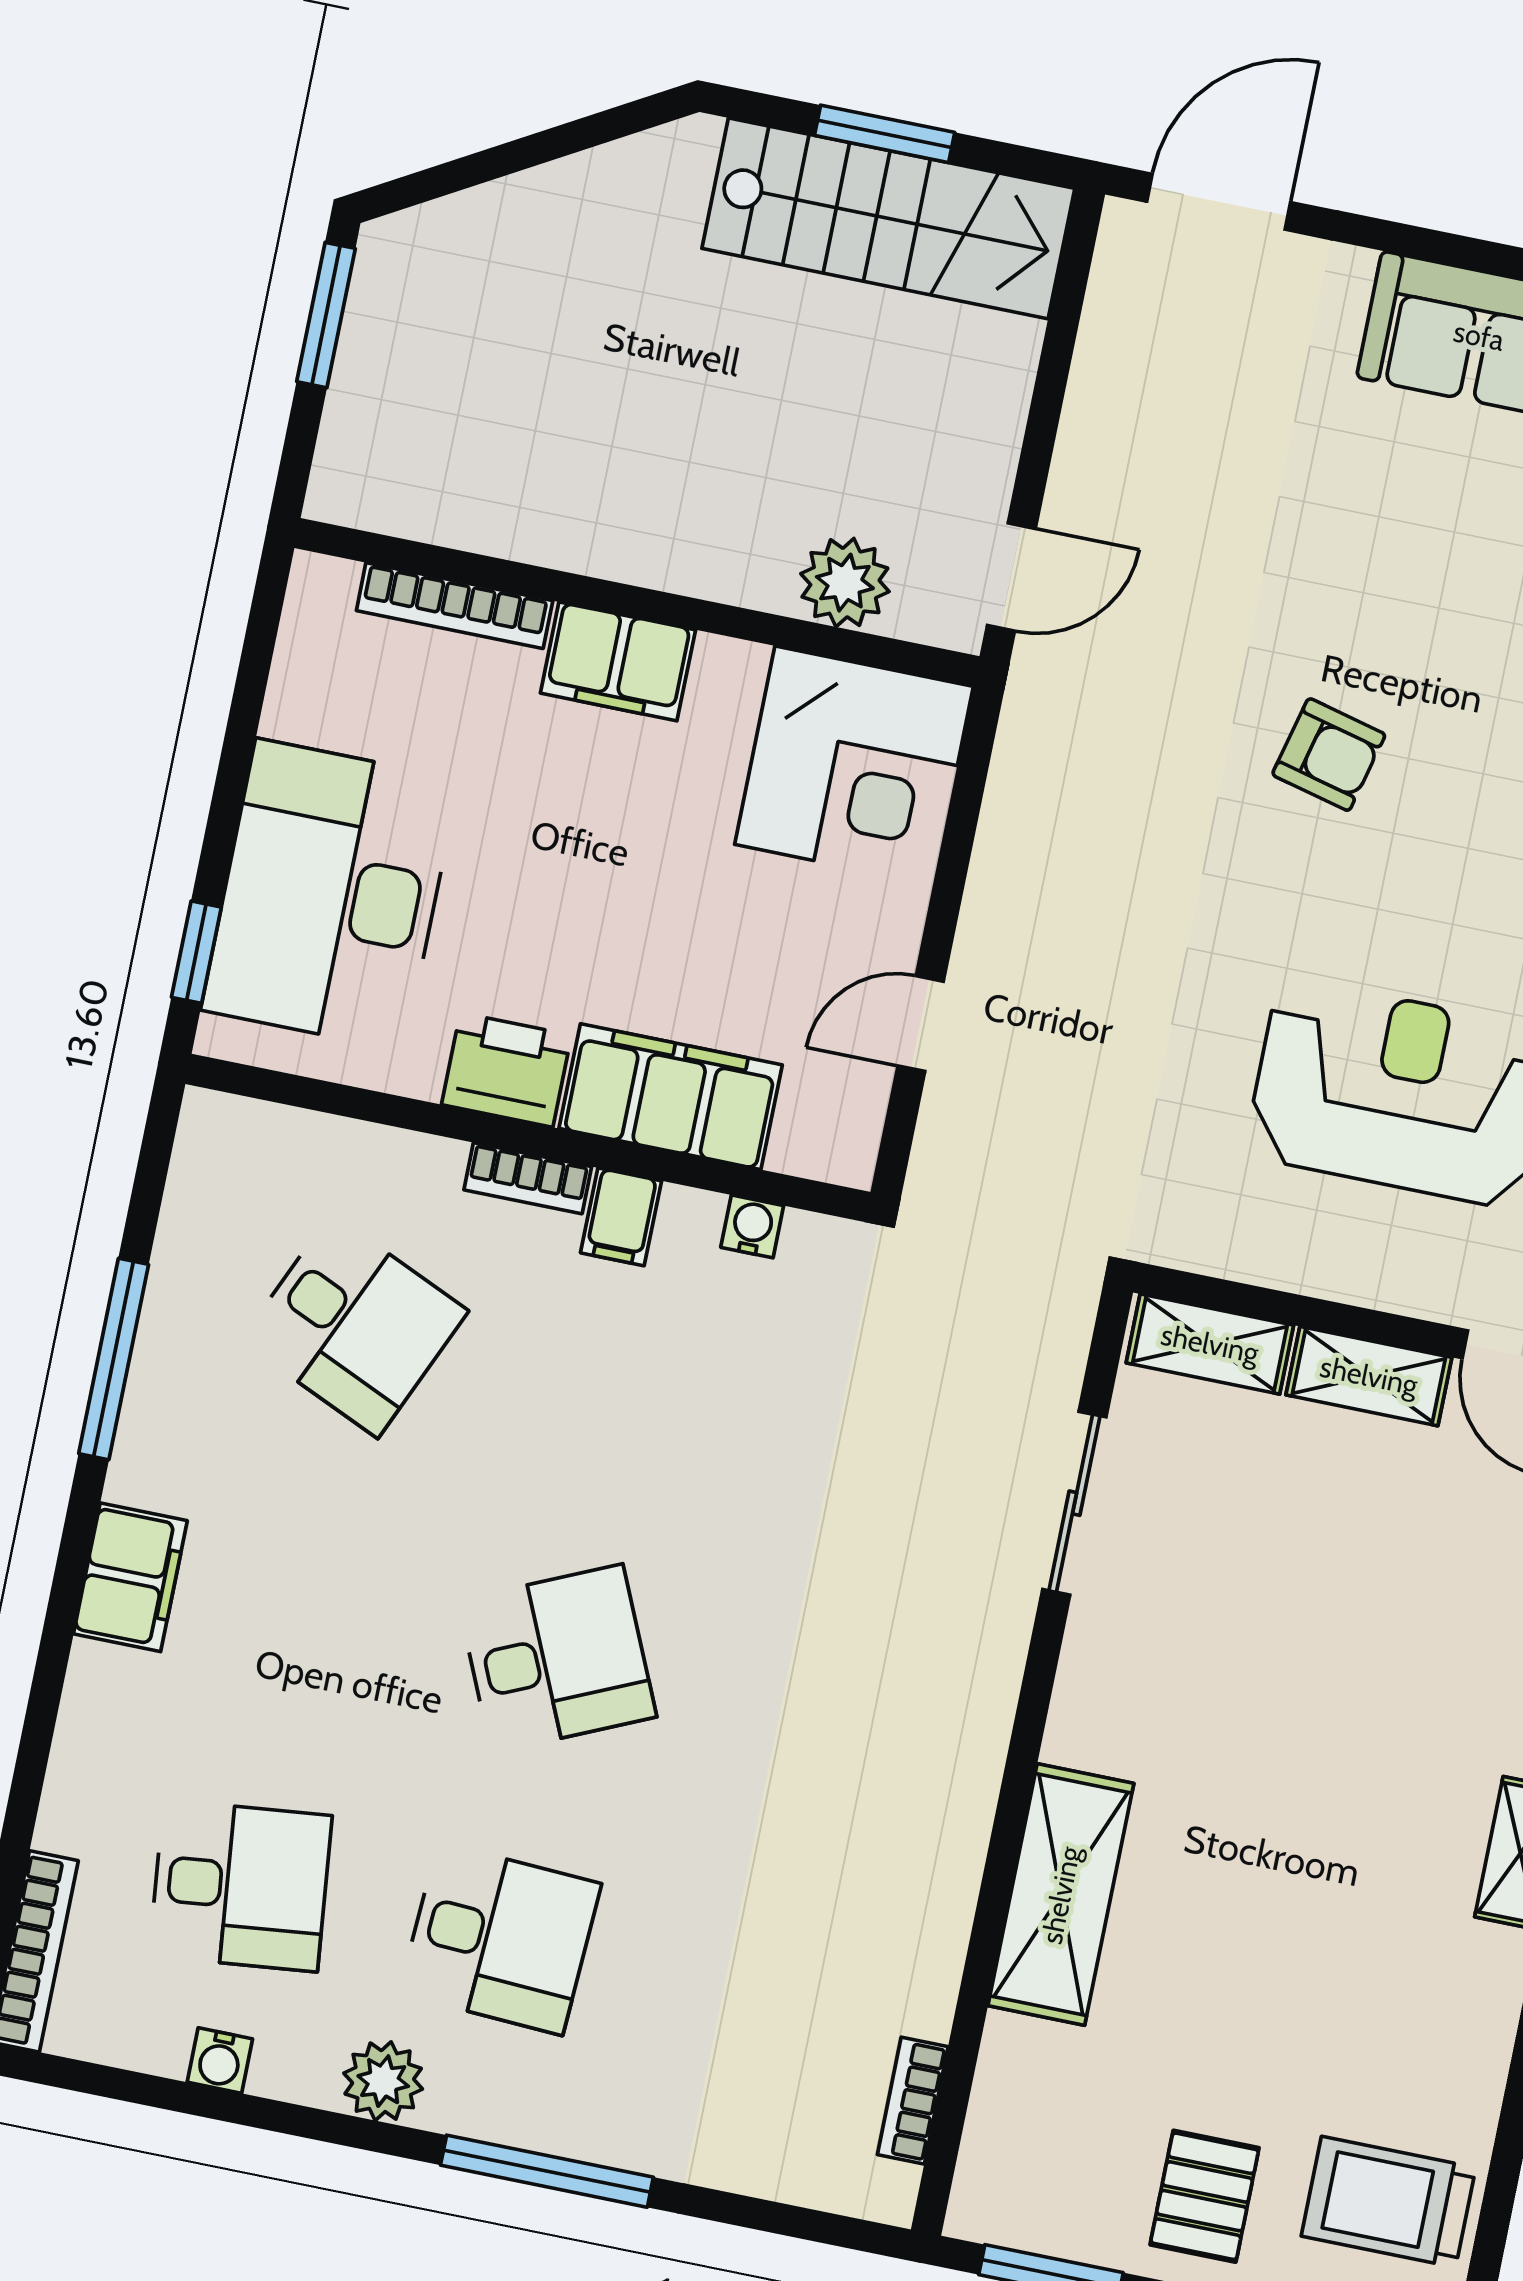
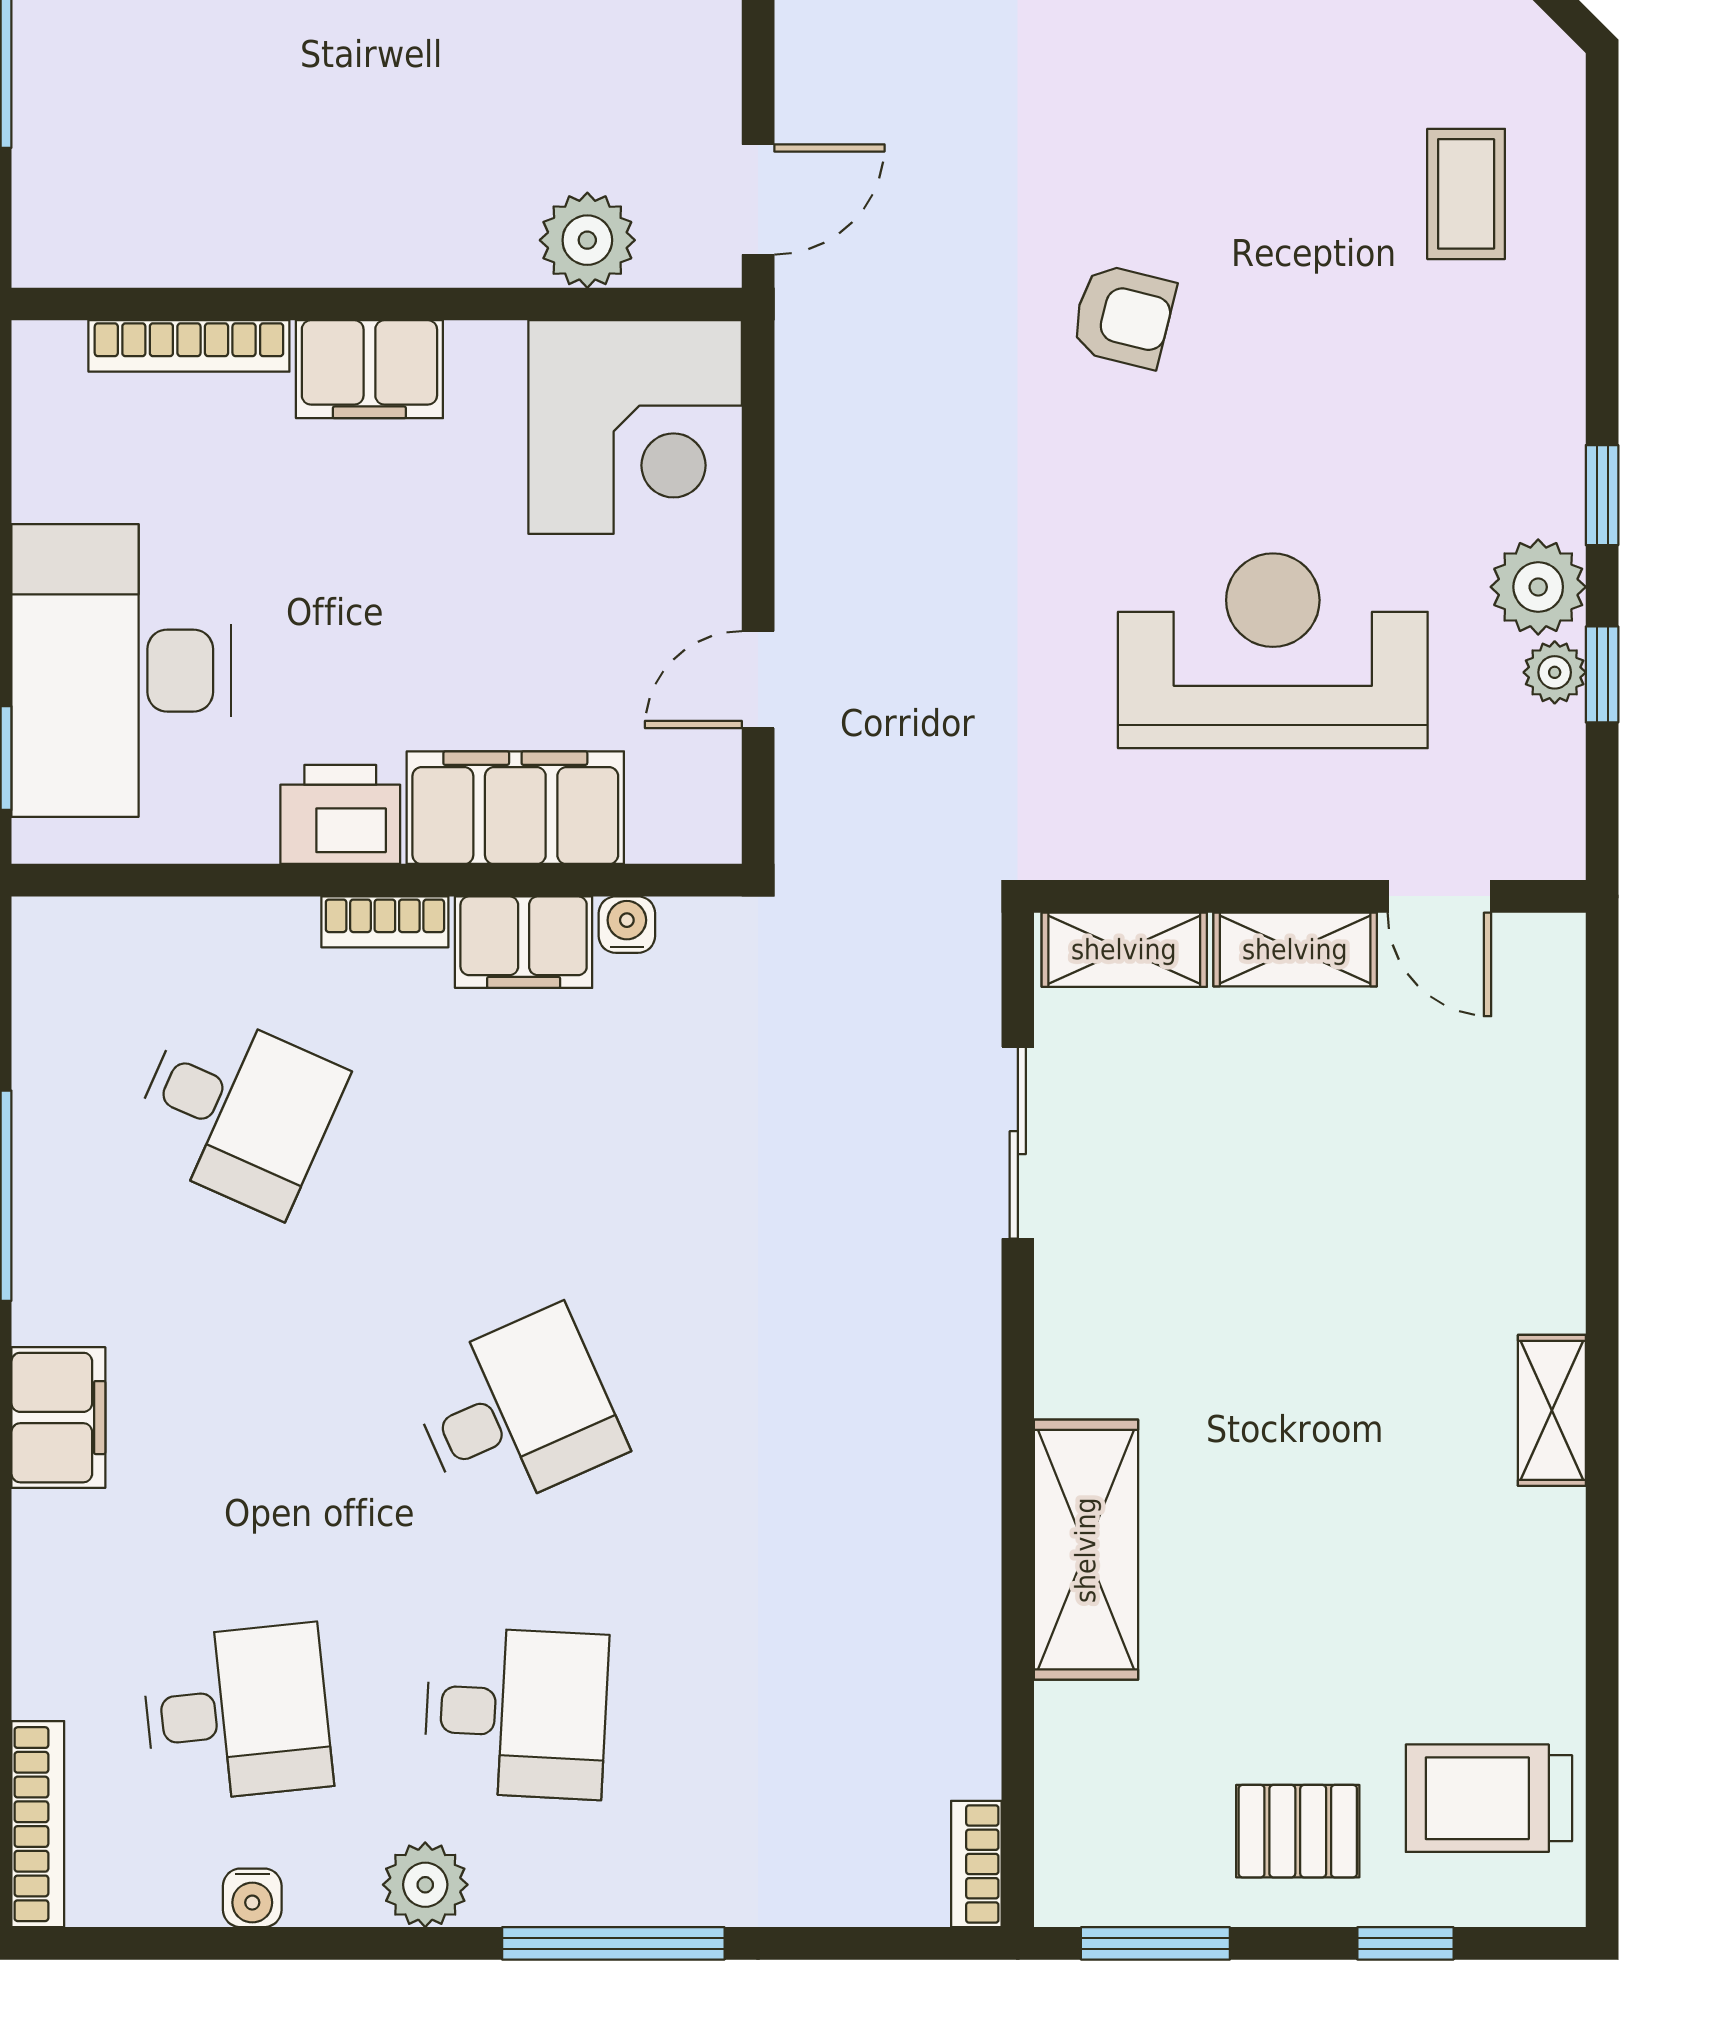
filing cabinet: (621, 1217) -> (524, 942), width x2.00
bookcase: (913, 2101) -> (976, 1864), moved
pallet: (1205, 2196) -> (1298, 1831), turned 90

